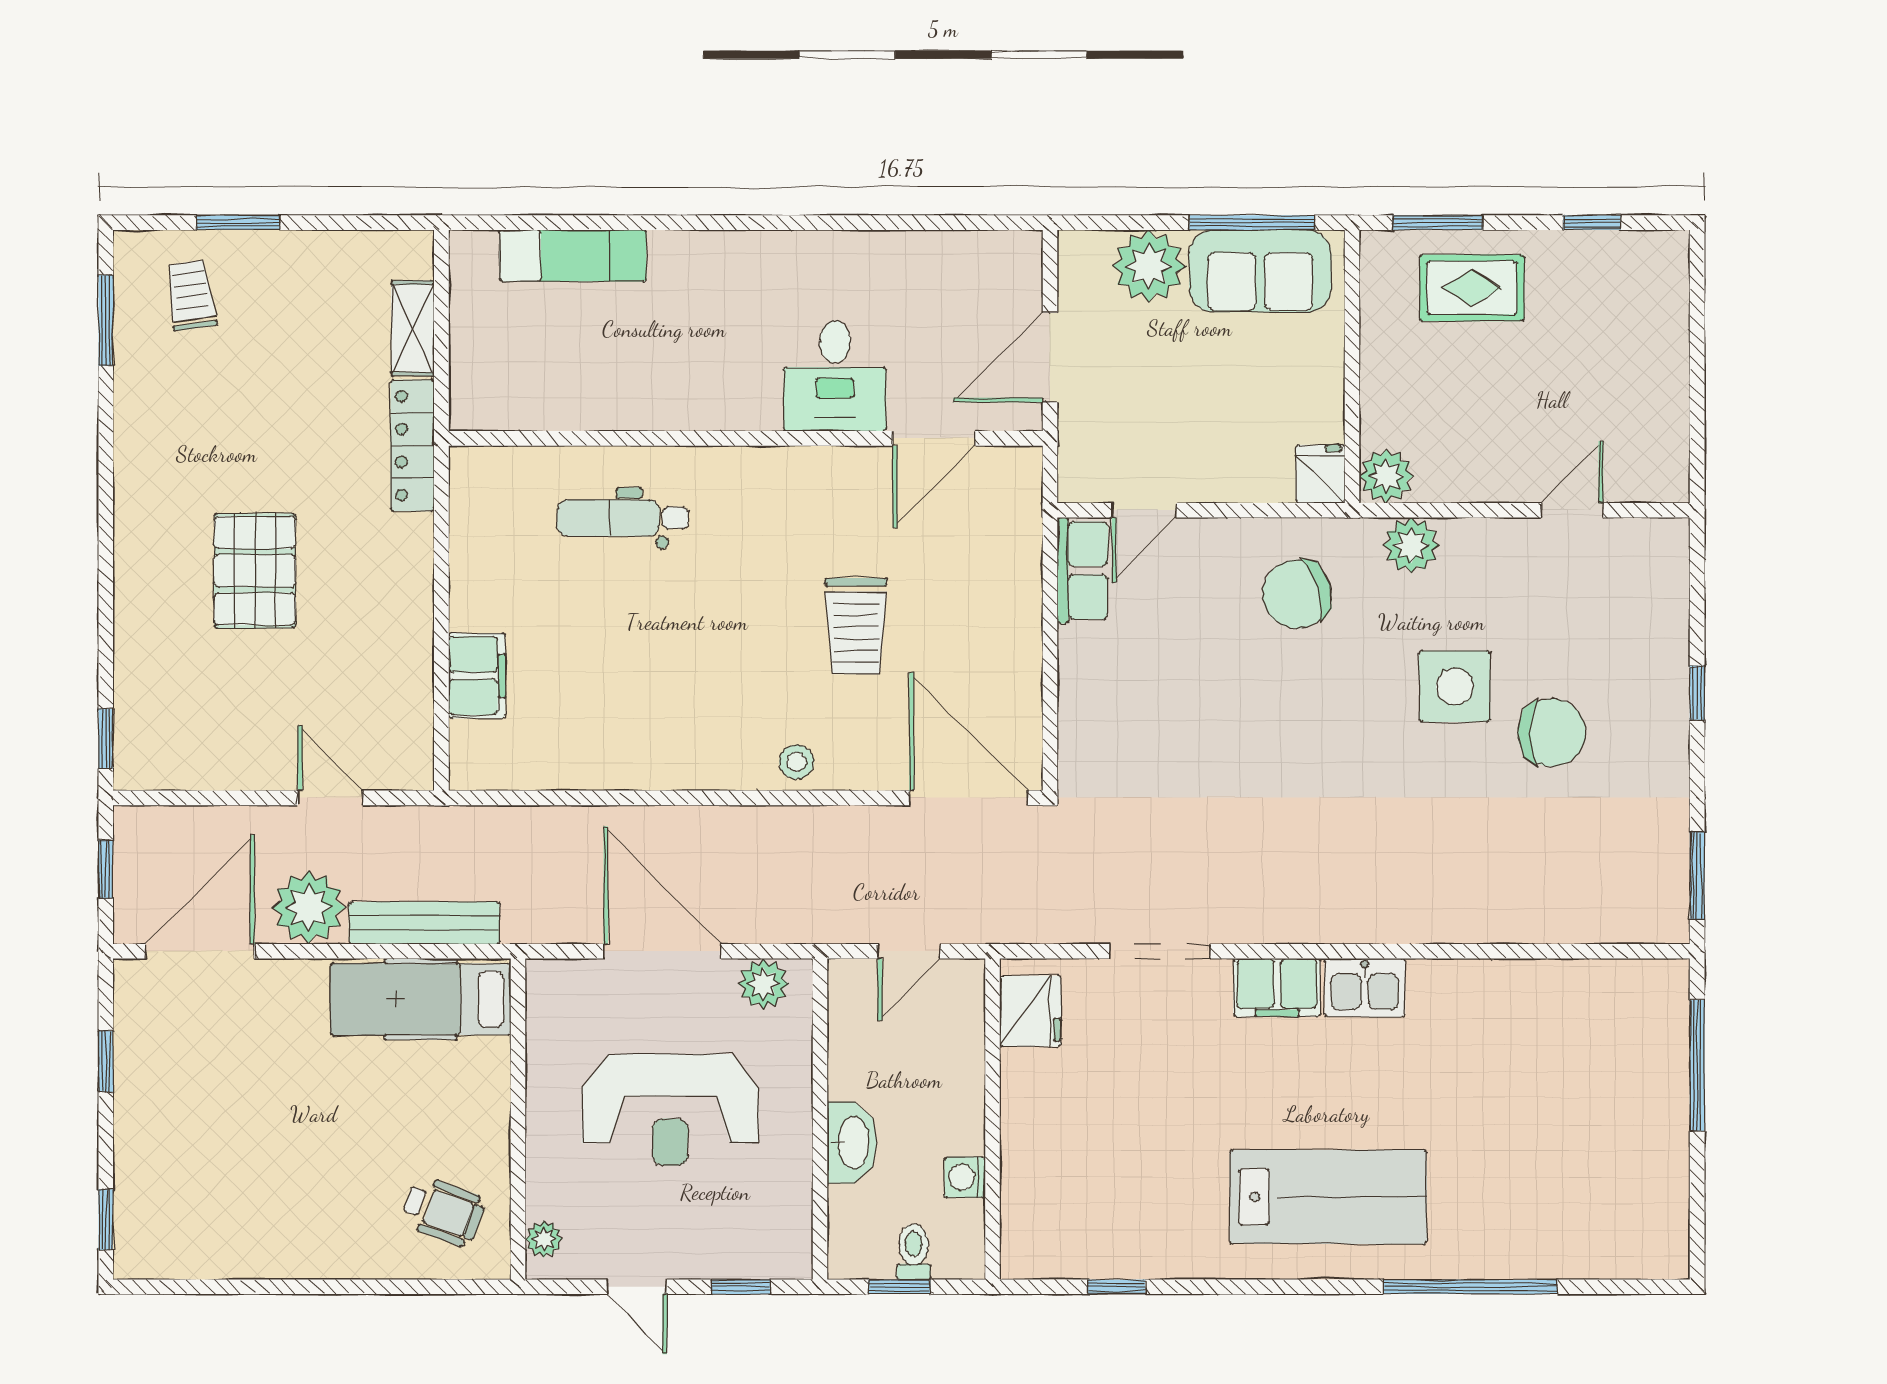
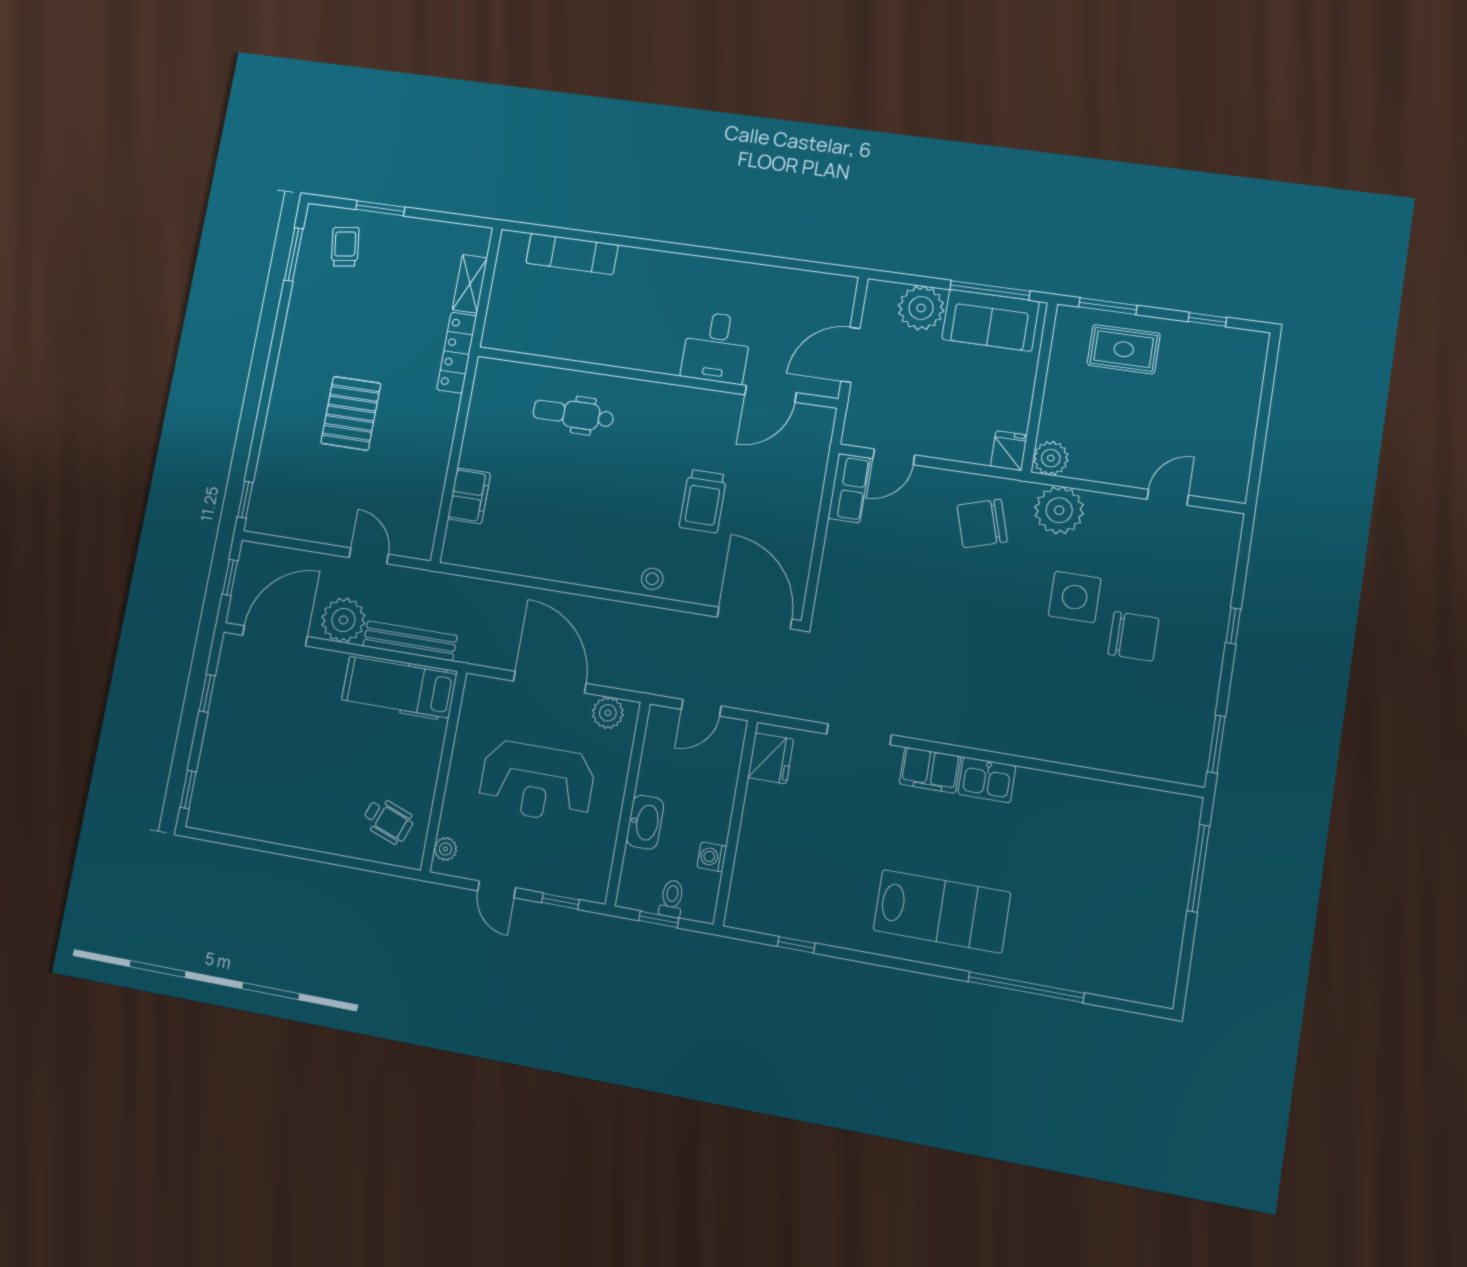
plant: (1411, 545) -> (1059, 510), width x1.36, depth x1.36

